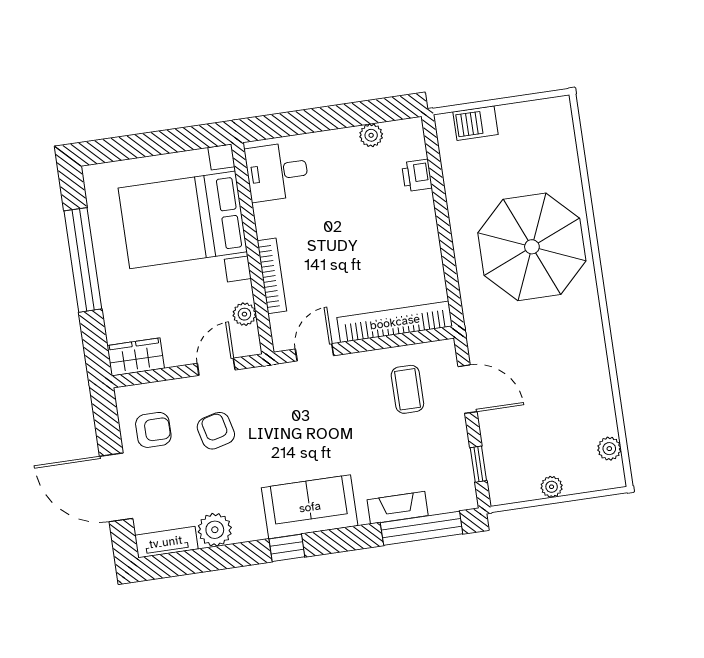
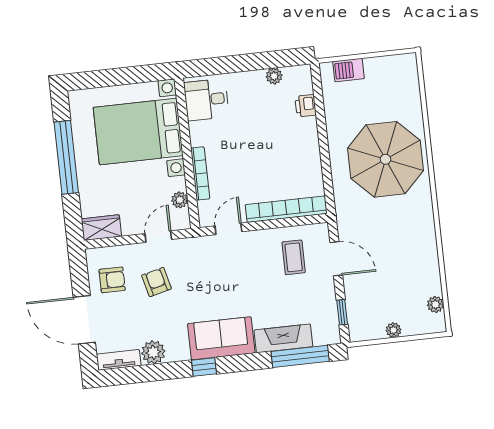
fireplace: (398, 508) -> (283, 338), width x1.37, depth x1.32

